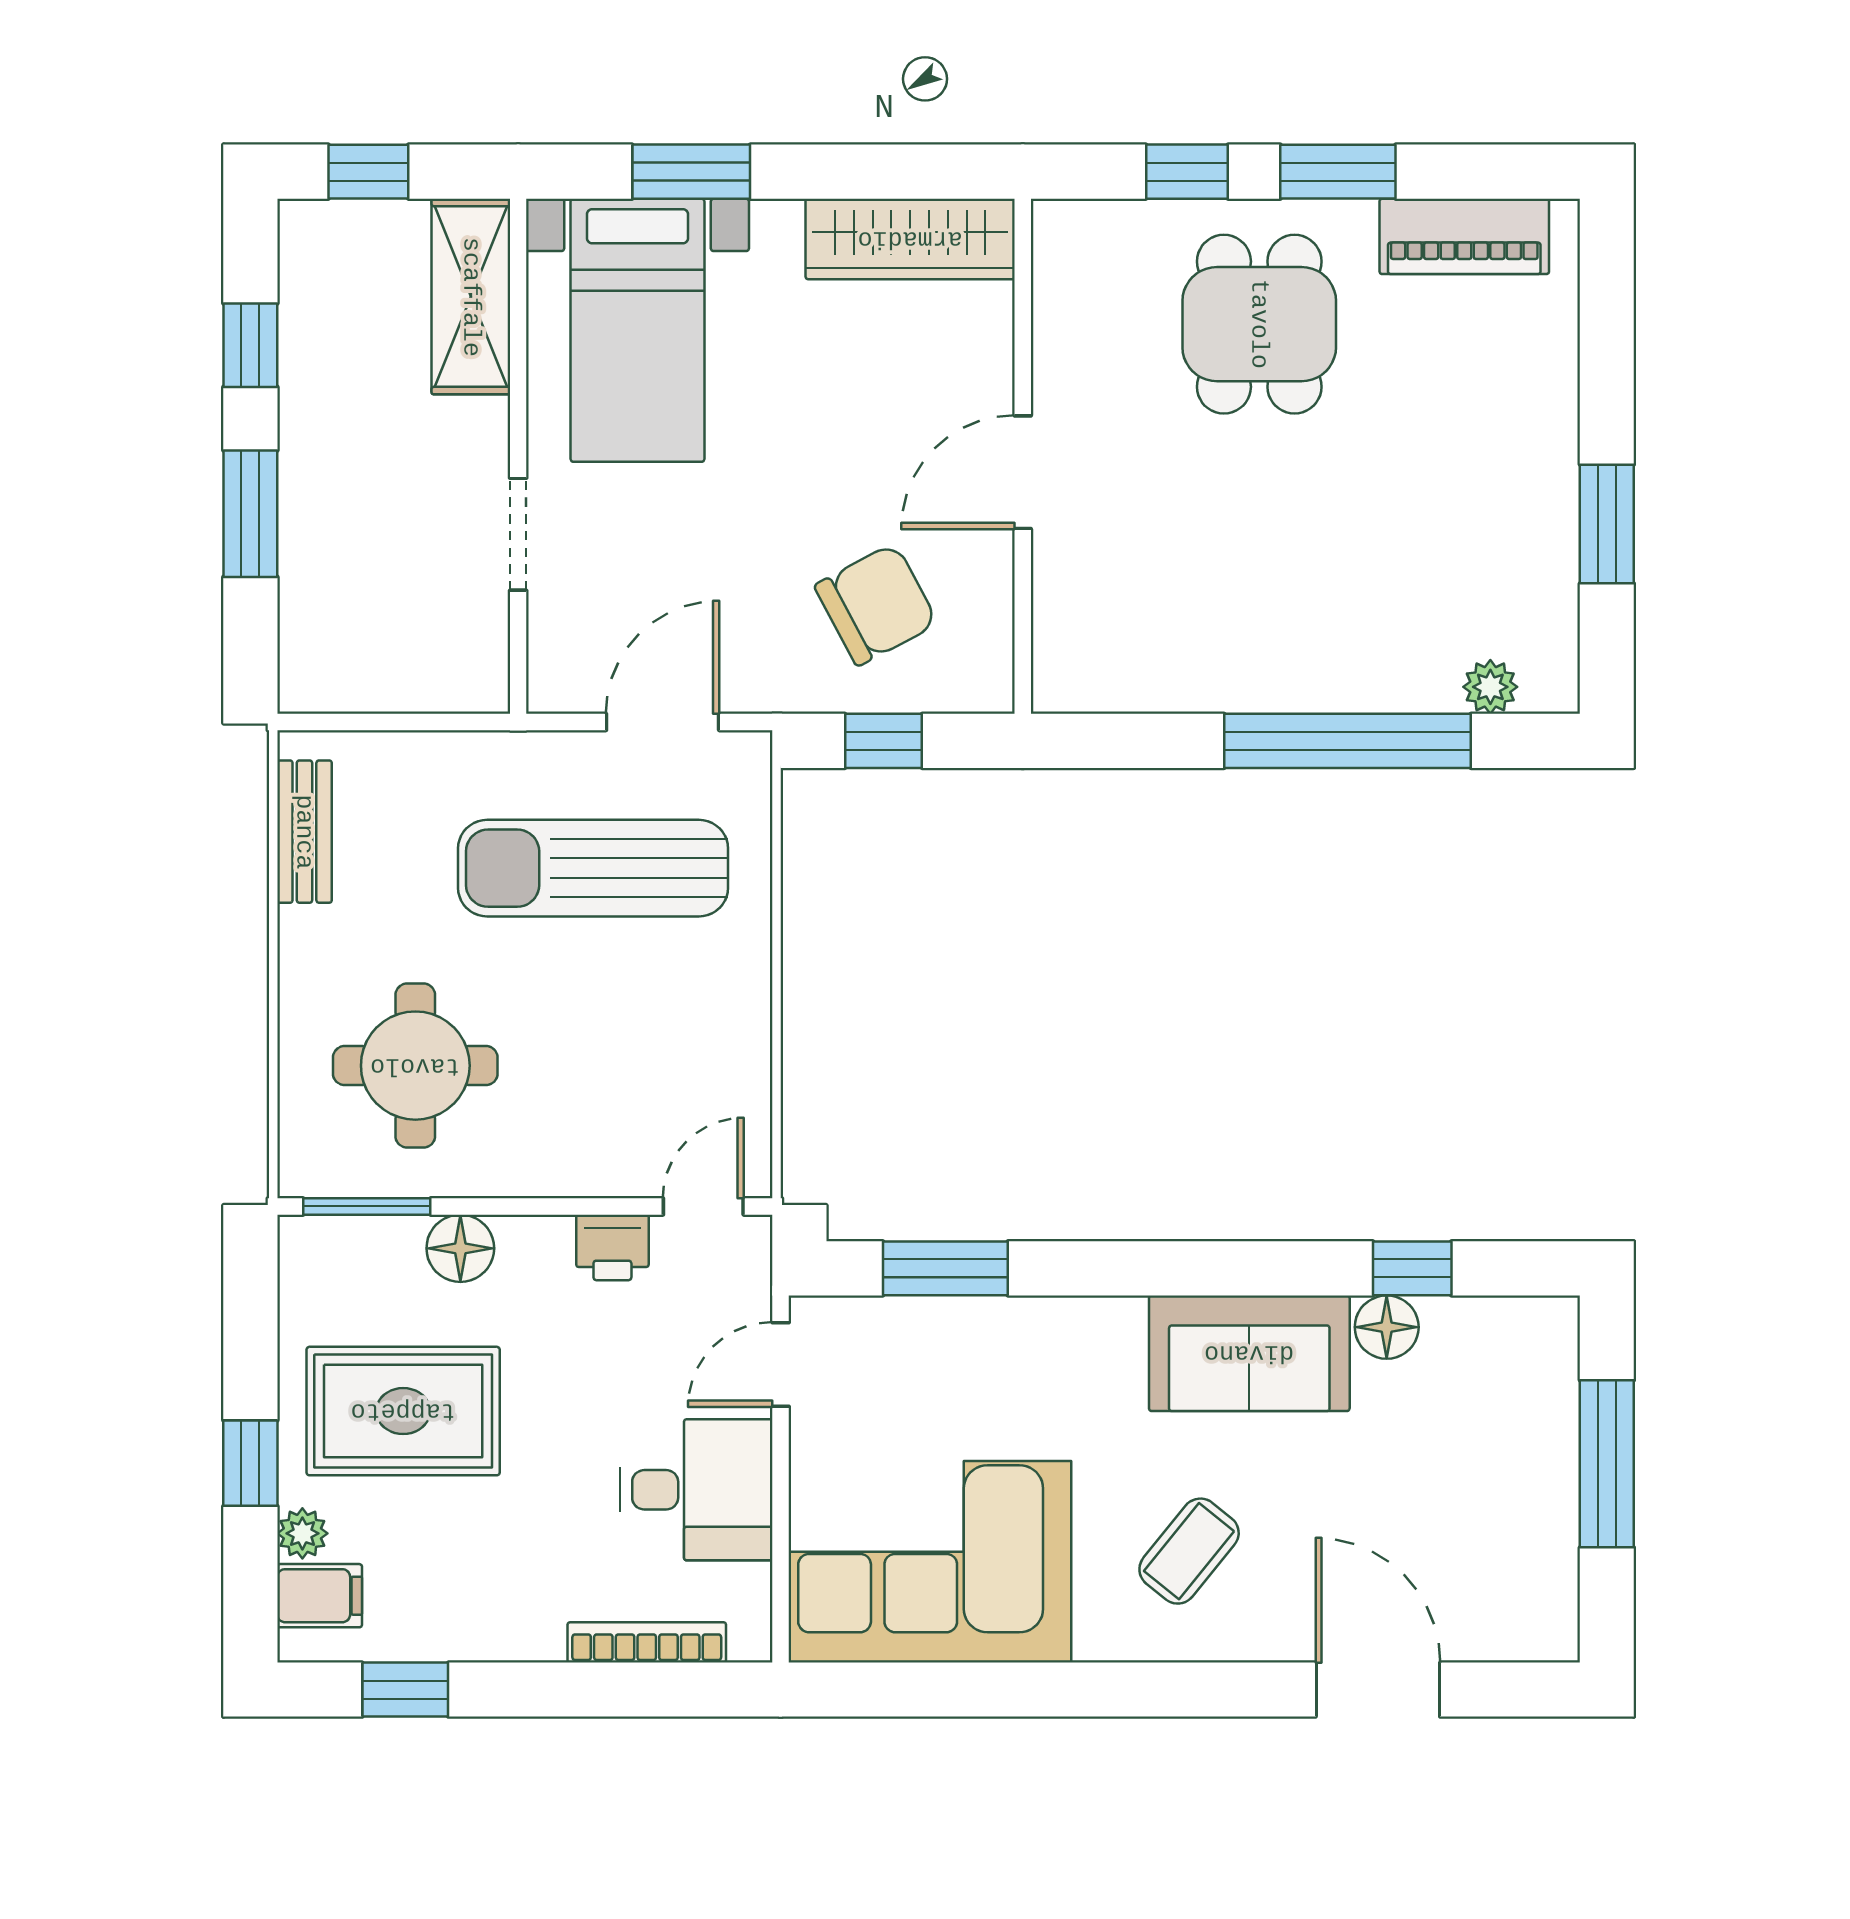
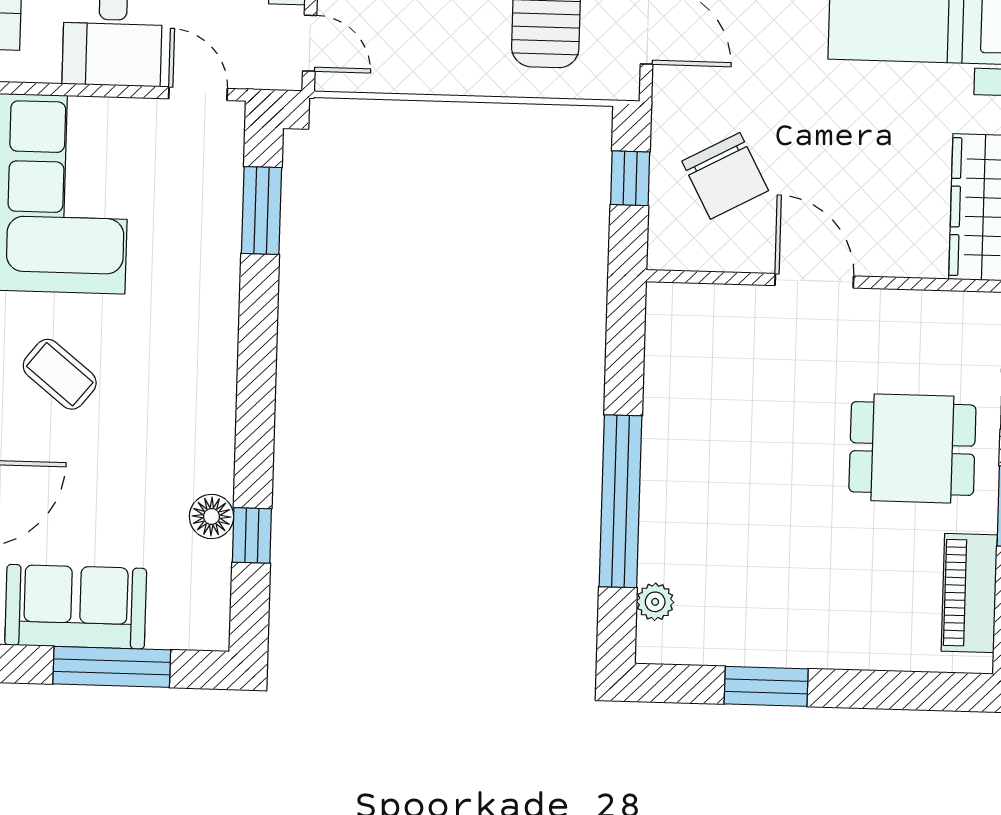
sofa: (1249, 1353) -> (76, 607), moved, turned 90

